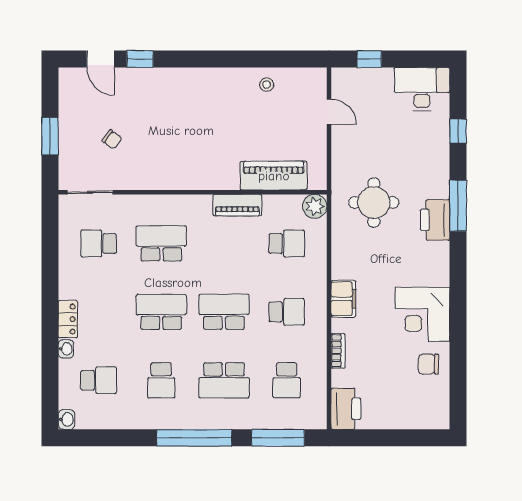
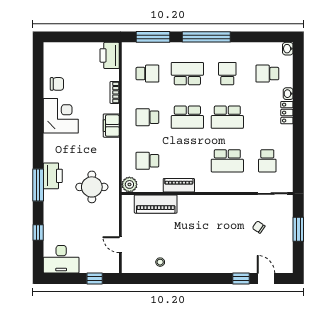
school desk: (99, 243) -> (267, 161), turned 90
school desk: (287, 380) -> (147, 74), turned 90

